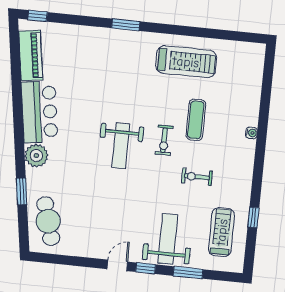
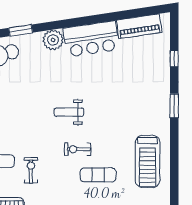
window: (38, 16) -> (174, 59), moved
weight bench: (121, 146) -> (69, 112), width x0.73, depth x0.75
exercise bike: (197, 177) -> (31, 170), moved

